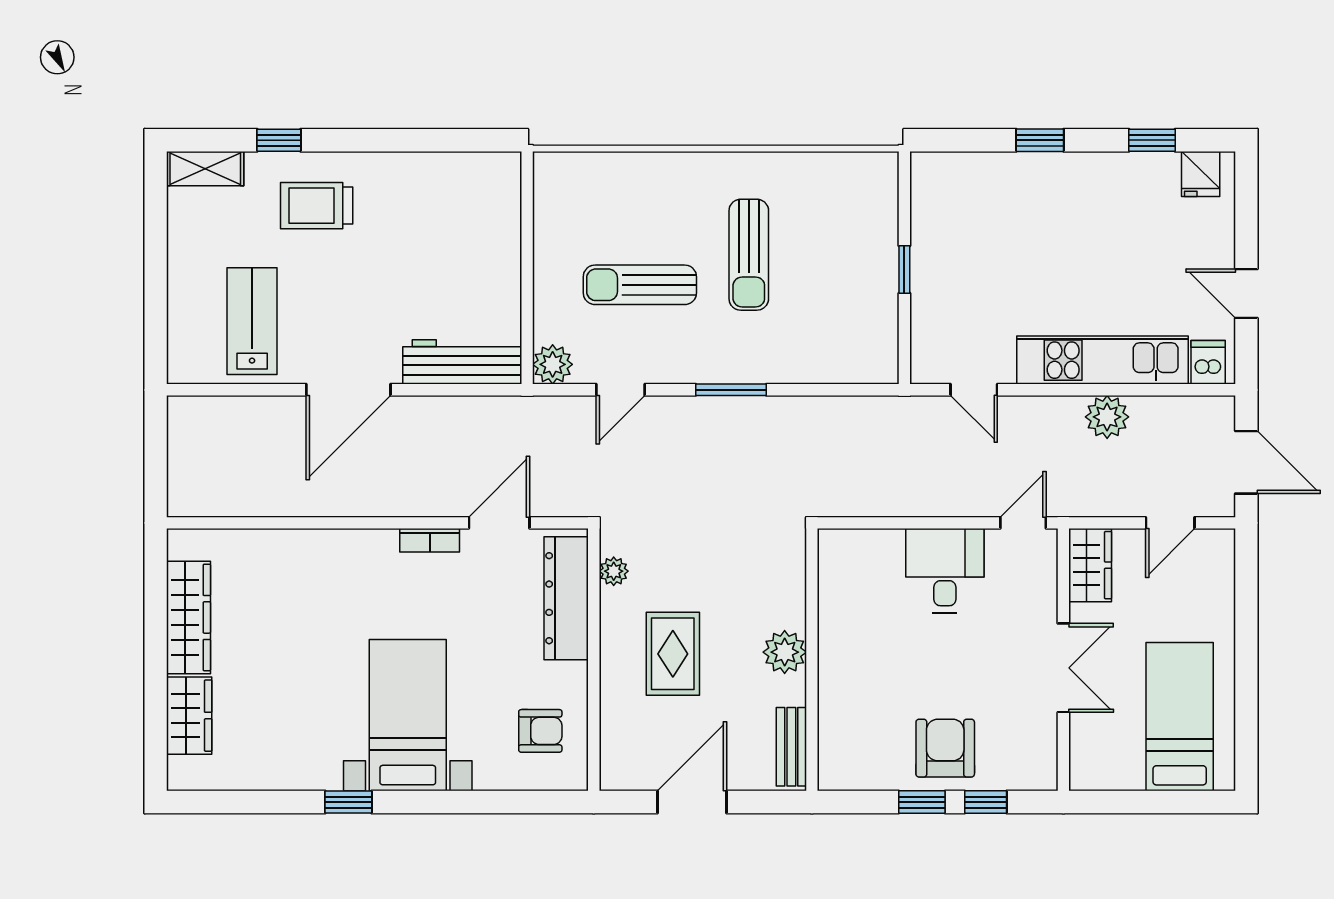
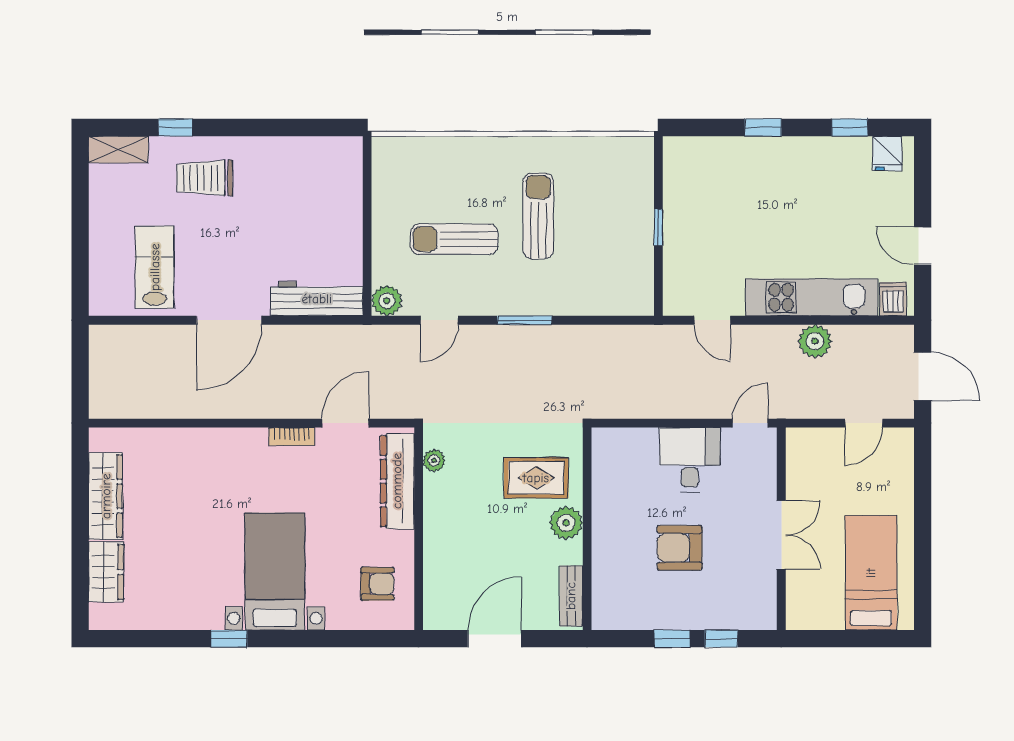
sun lounger: (749, 255) -> (538, 216), turned 180
wardrobe: (1090, 565) -> (802, 456), removed
rug: (673, 654) -> (536, 478), moved, turned 90
armchair: (945, 748) -> (680, 548), moved, turned -90

